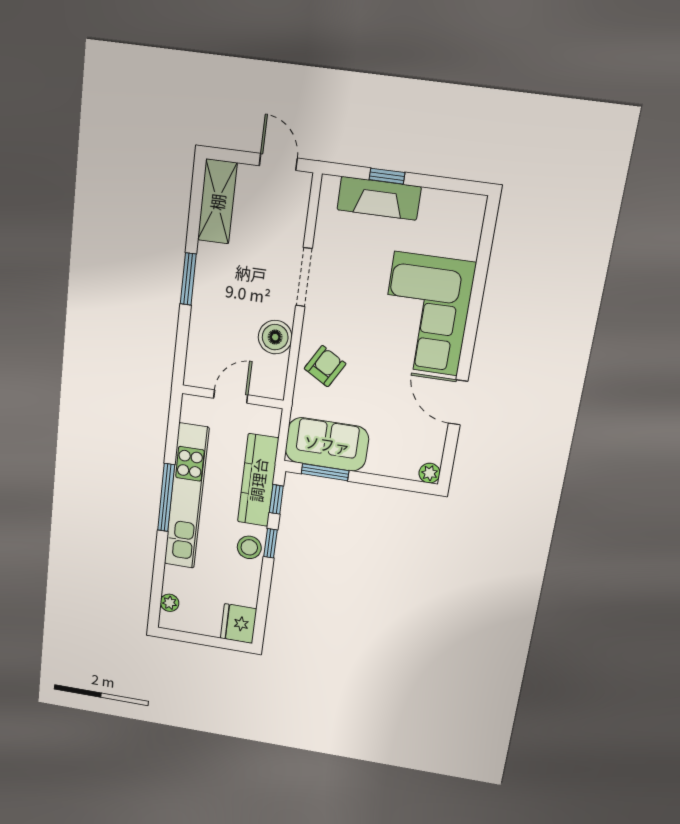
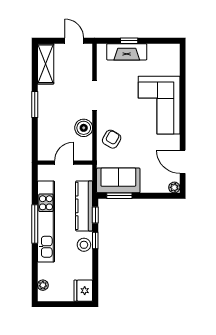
door: (458, 402) -> (183, 162), moved

